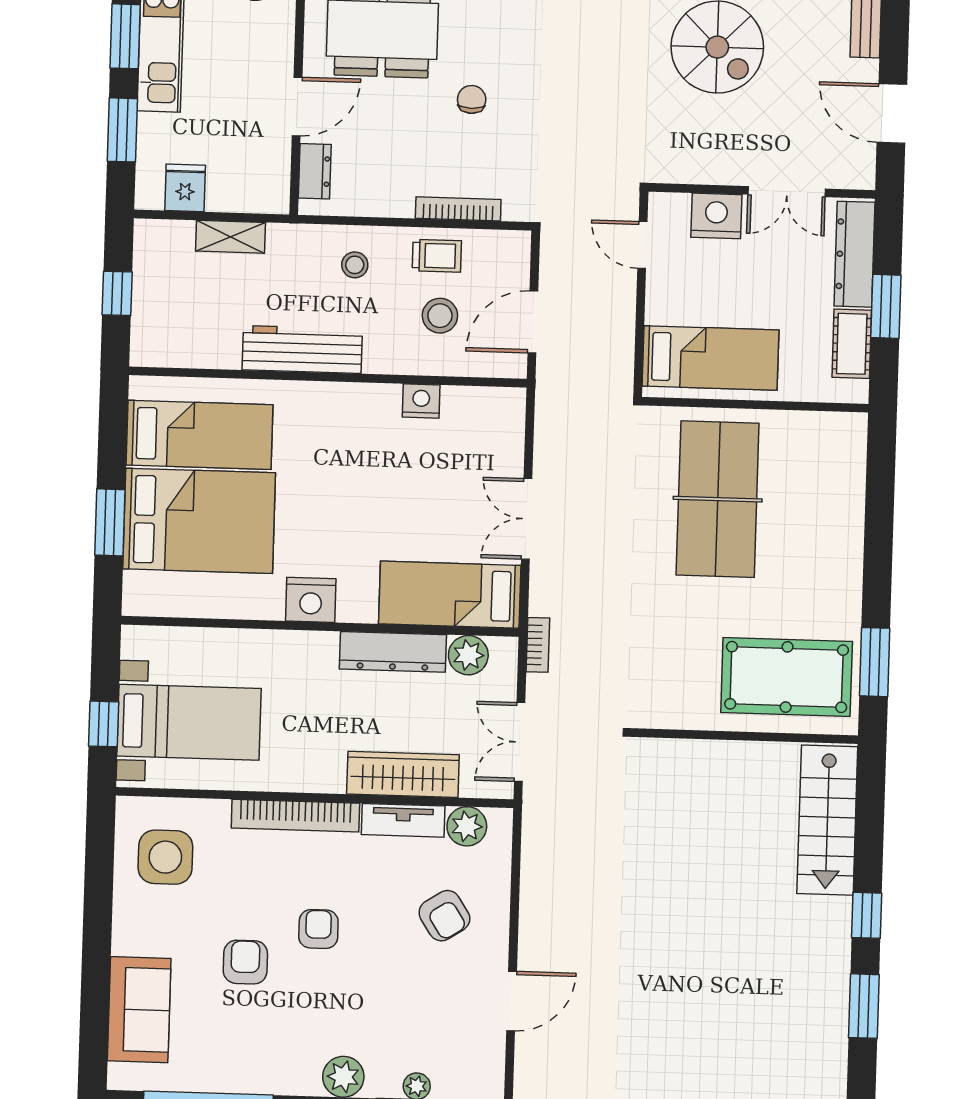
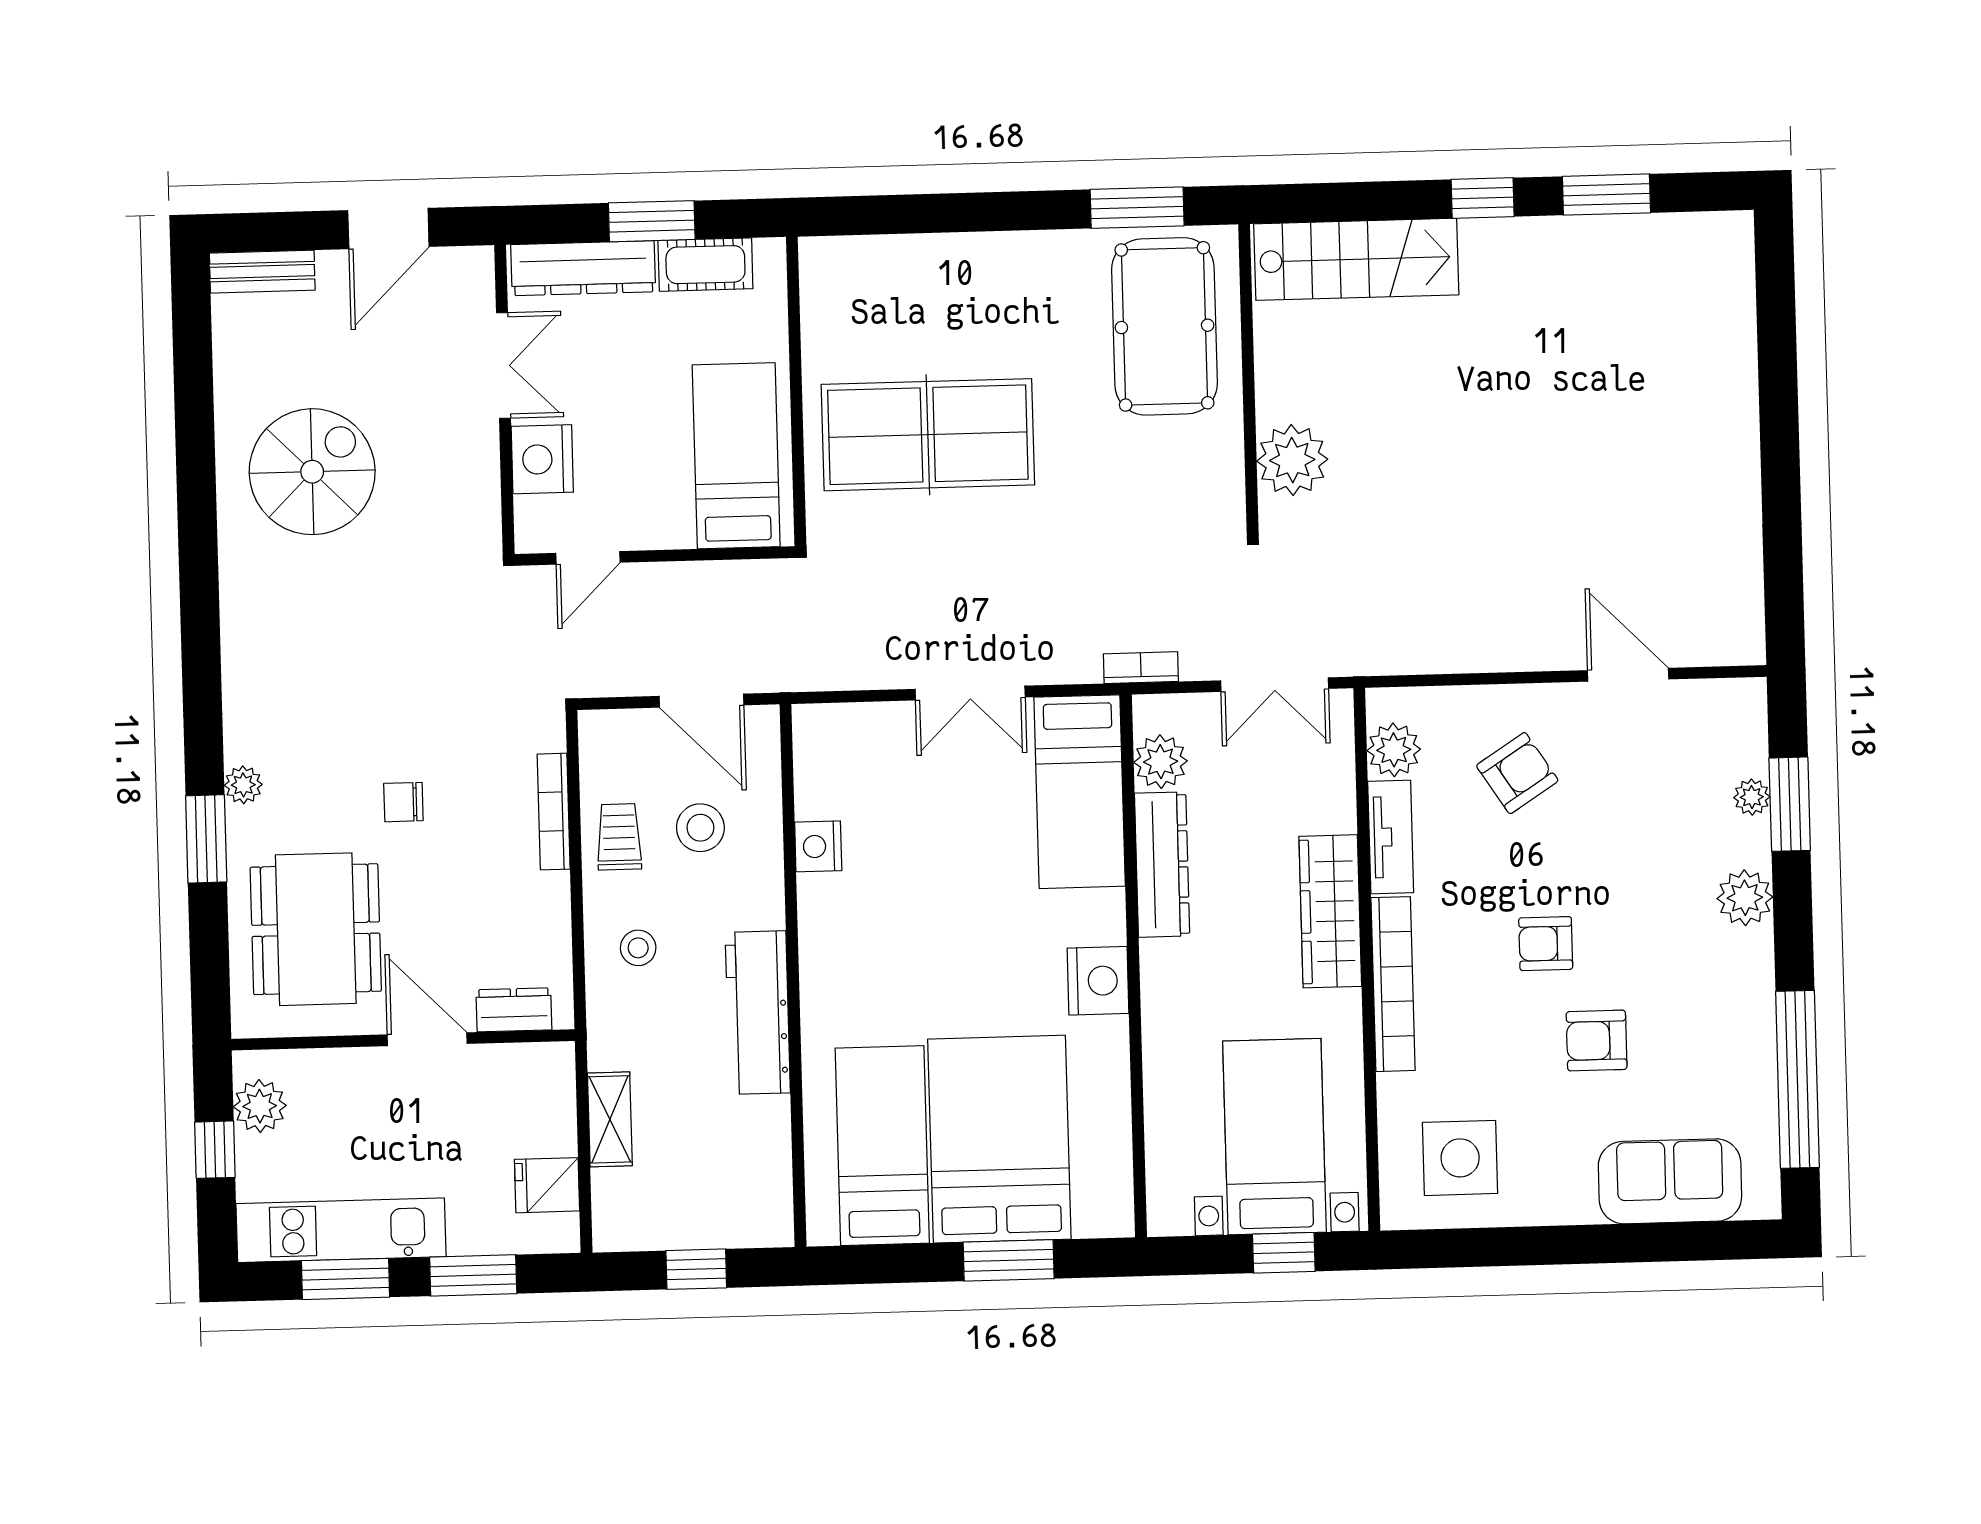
plant: (683, 765) -> (1292, 460), added
wardrobe: (403, 774) -> (1330, 911), moved

